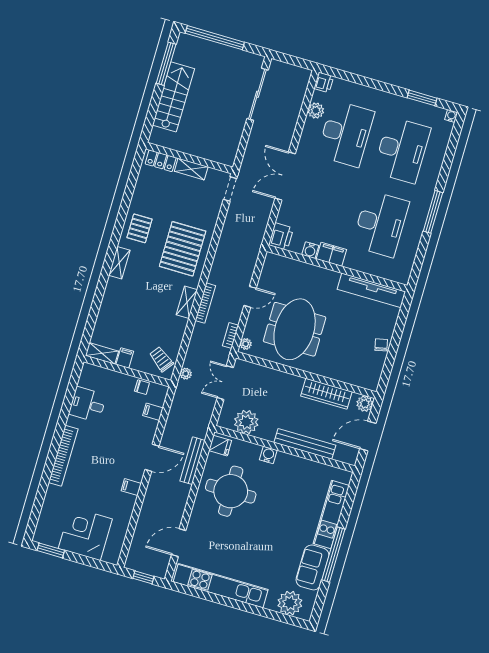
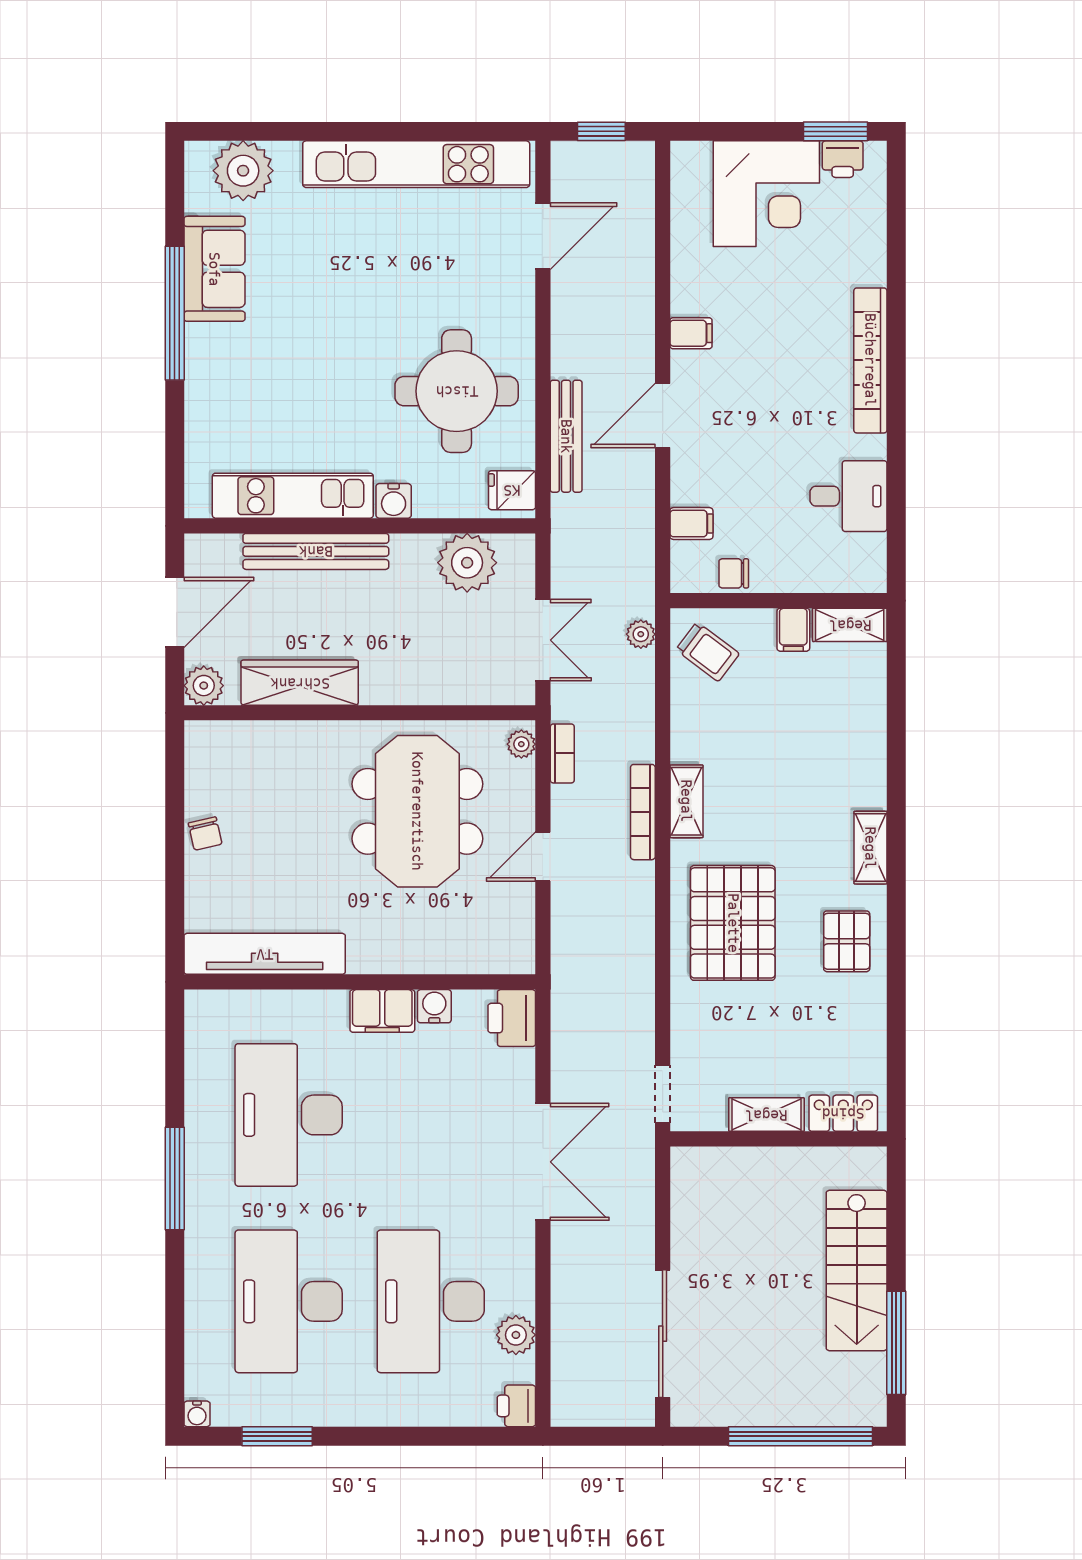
kitchen unit: (331, 515) -> (293, 496), moved, turned -90
printer: (51, 539) -> (843, 159), added

